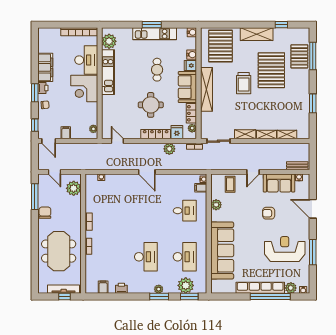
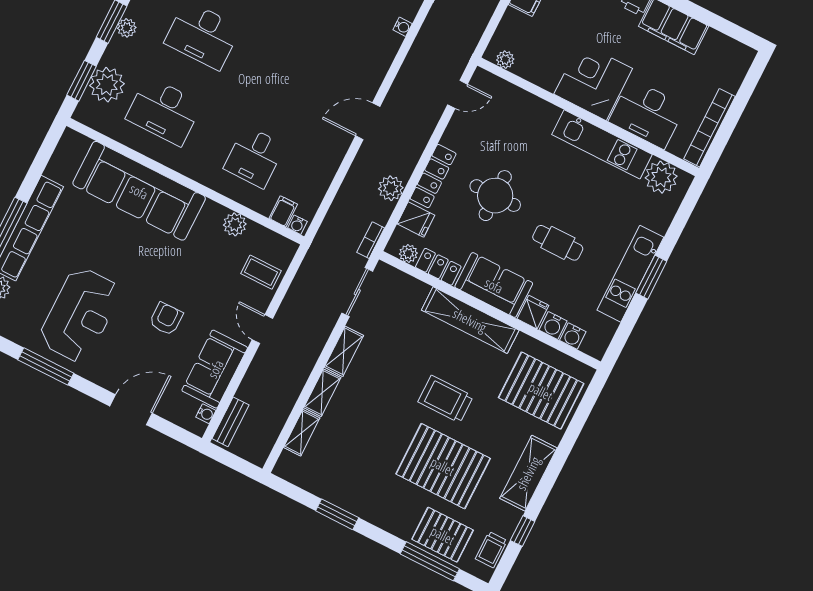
water cooler: (192, 32) -> (573, 336), moved
trolley: (295, 34) -> (491, 550), added

